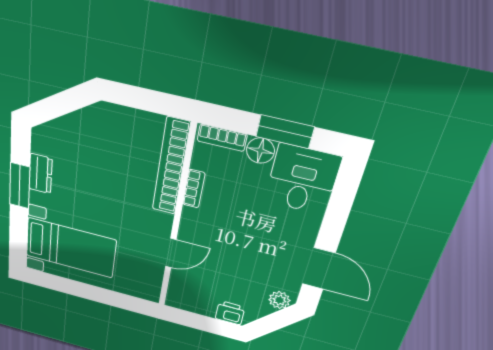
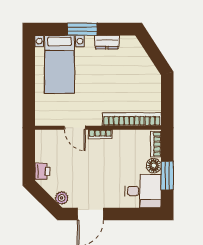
window: (20, 186) -> (82, 29), moved
bookcase: (194, 189) -> (100, 134), moved

